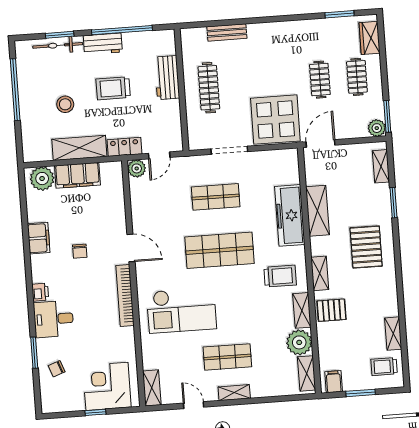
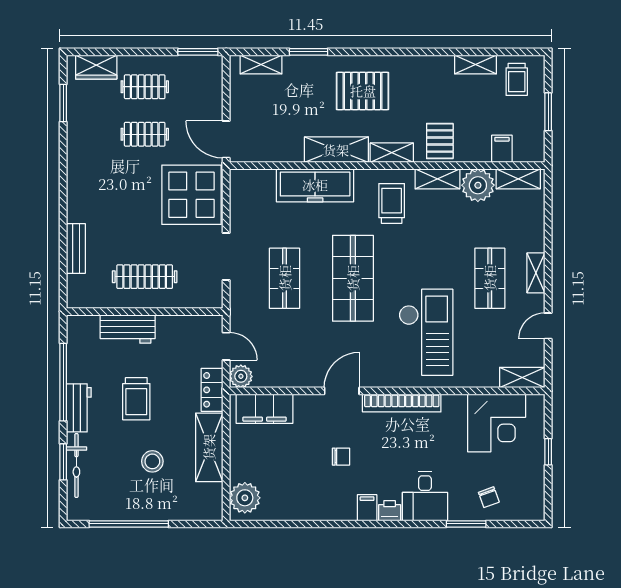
plant: (377, 128) -> (212, 66), removed
filing cabinet: (77, 175) -> (265, 409), moved, turned 90
shelving: (317, 211) -> (336, 150), moved
filing cabinet: (39, 238) -> (367, 508), moved, width x0.50
filing cabinet: (334, 382) -> (502, 149), moved, turned 90
corner desk: (107, 386) -> (497, 423), moved, turned -90

